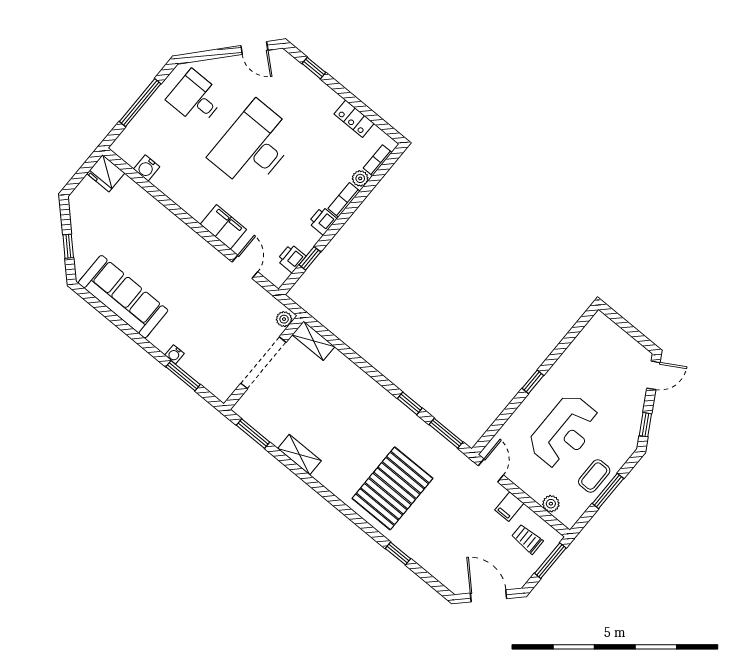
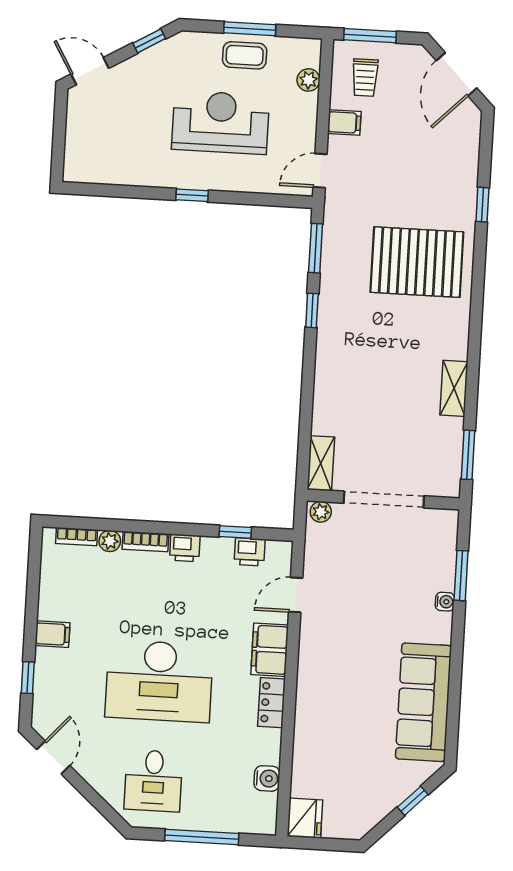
filing cabinet: (329, 102) -> (53, 634), added
locker: (354, 119) -> (271, 703), moved, turned 180

